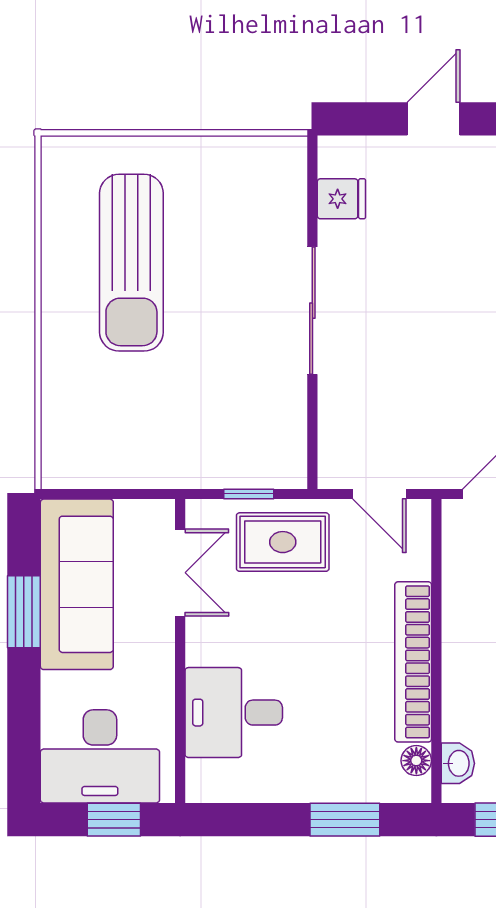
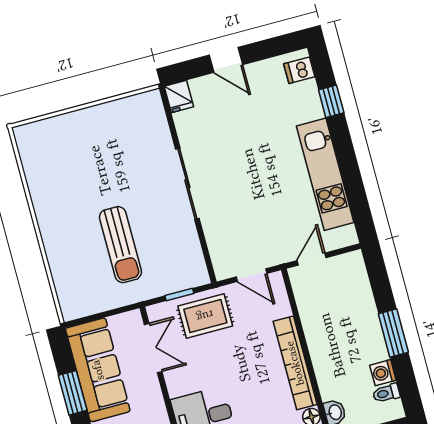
door: (433, 119) -> (226, 60), swing flipped
fridge: (341, 199) -> (179, 97), moved, turned 90
sun lounger: (131, 263) -> (120, 245), moved, width x0.73, depth x0.75

